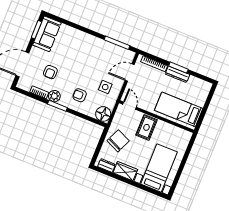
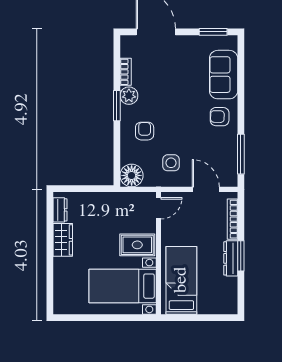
sofa: (47, 34) -> (224, 75), moved, turned 90
armchair: (50, 72) -> (220, 117), moved
chair: (118, 141) -> (102, 212), removed
bed with nightstands: (159, 168) -> (123, 286), moved, turned 180

